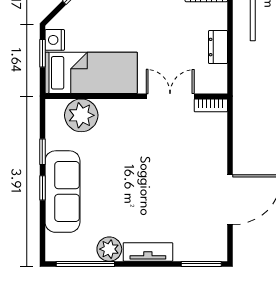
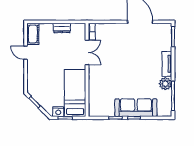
double door: (170, 96) -> (87, 52), swing flipped
plant: (81, 115) -> (97, 98), removed

